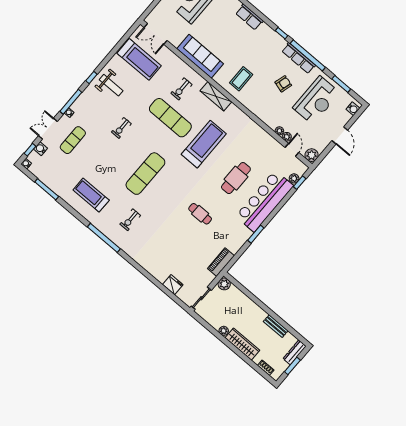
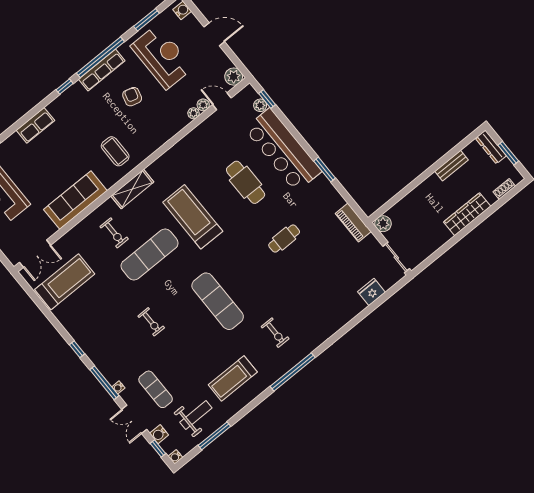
weight bench: (111, 85) -> (196, 415), moved
plant: (224, 331) -> (445, 236), removed

